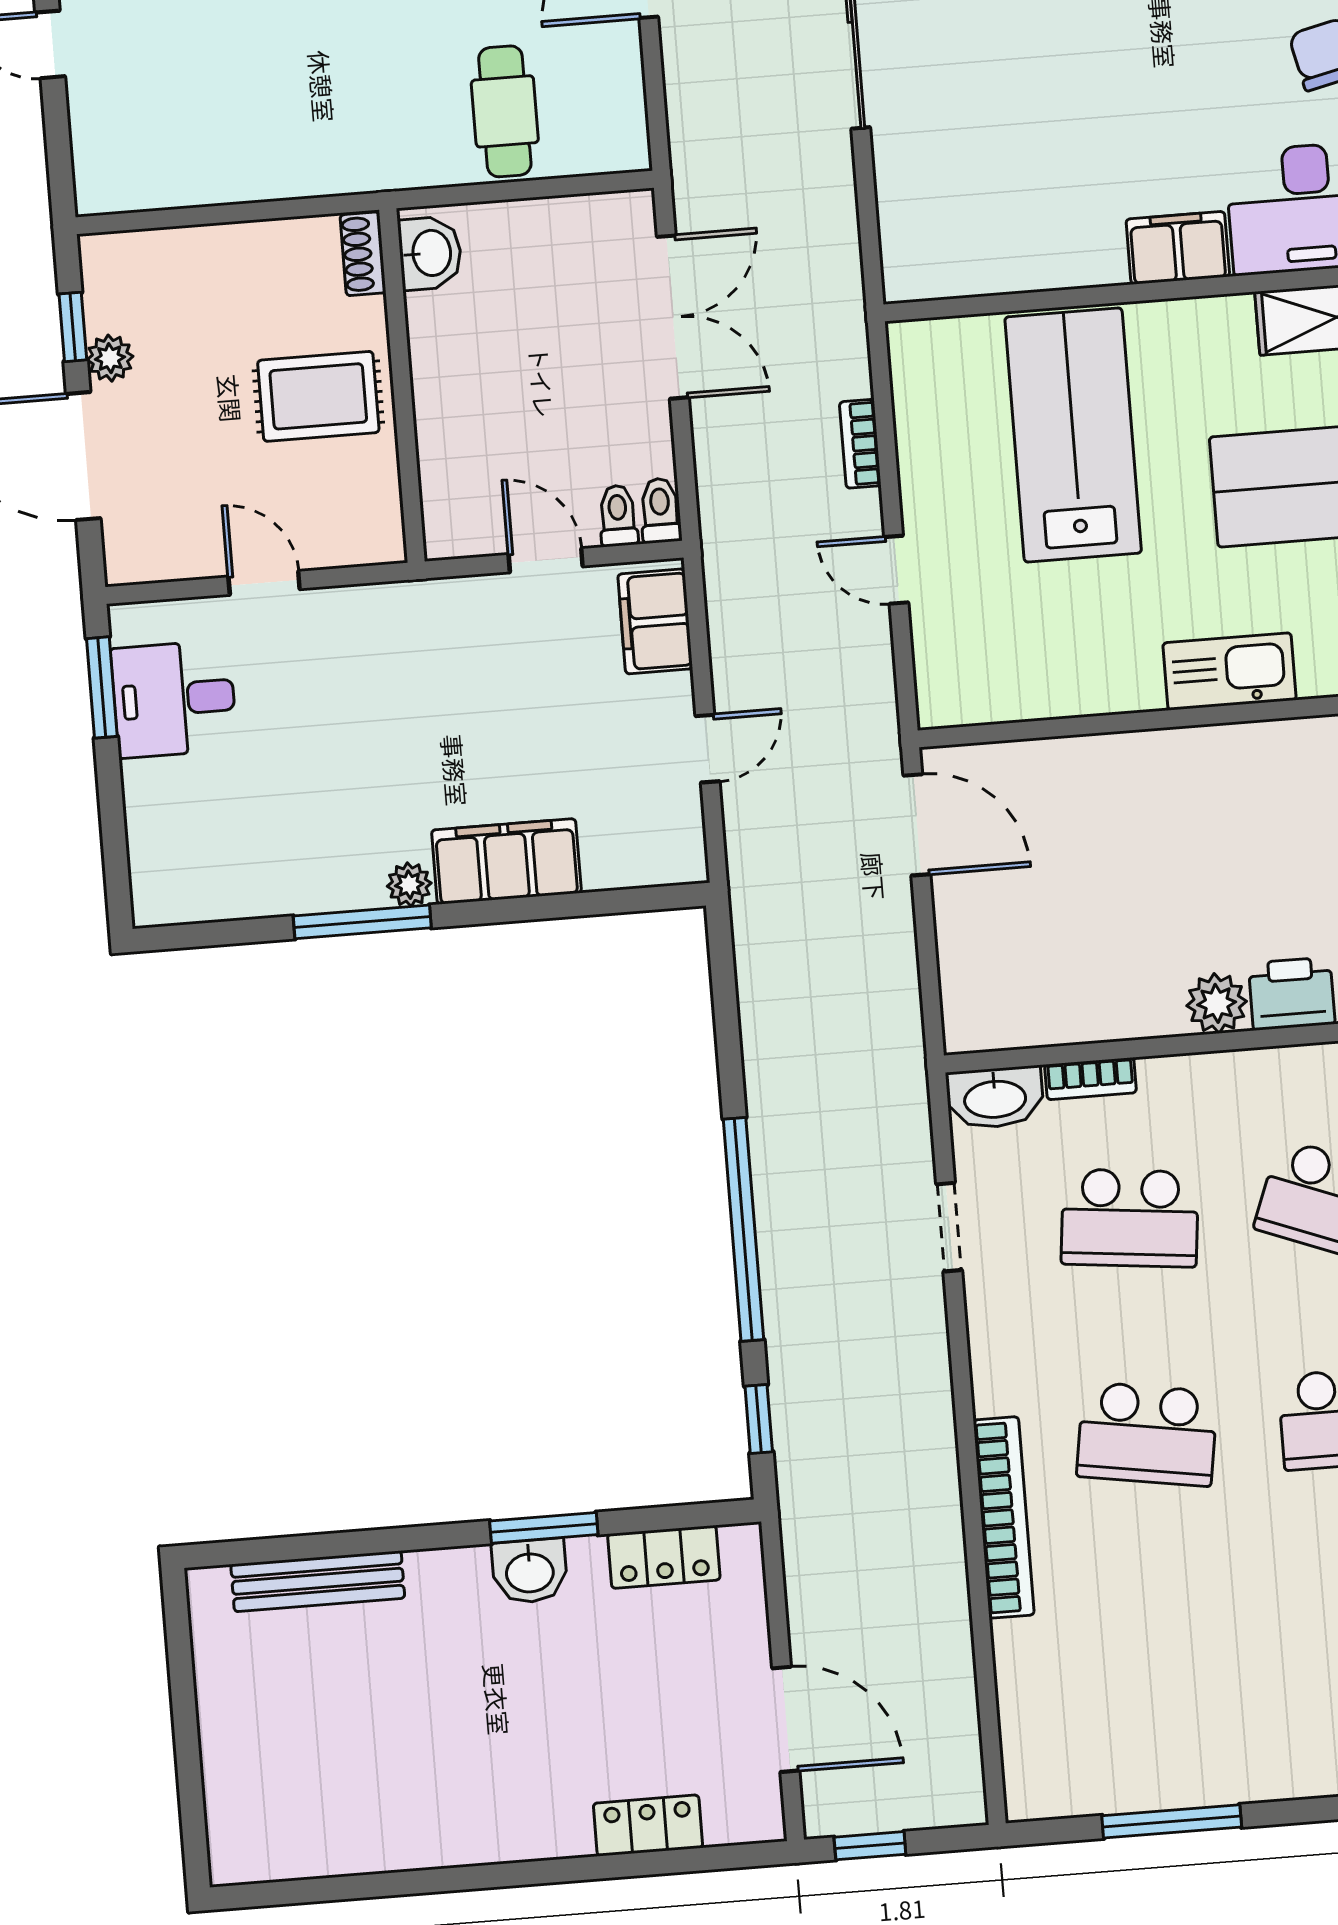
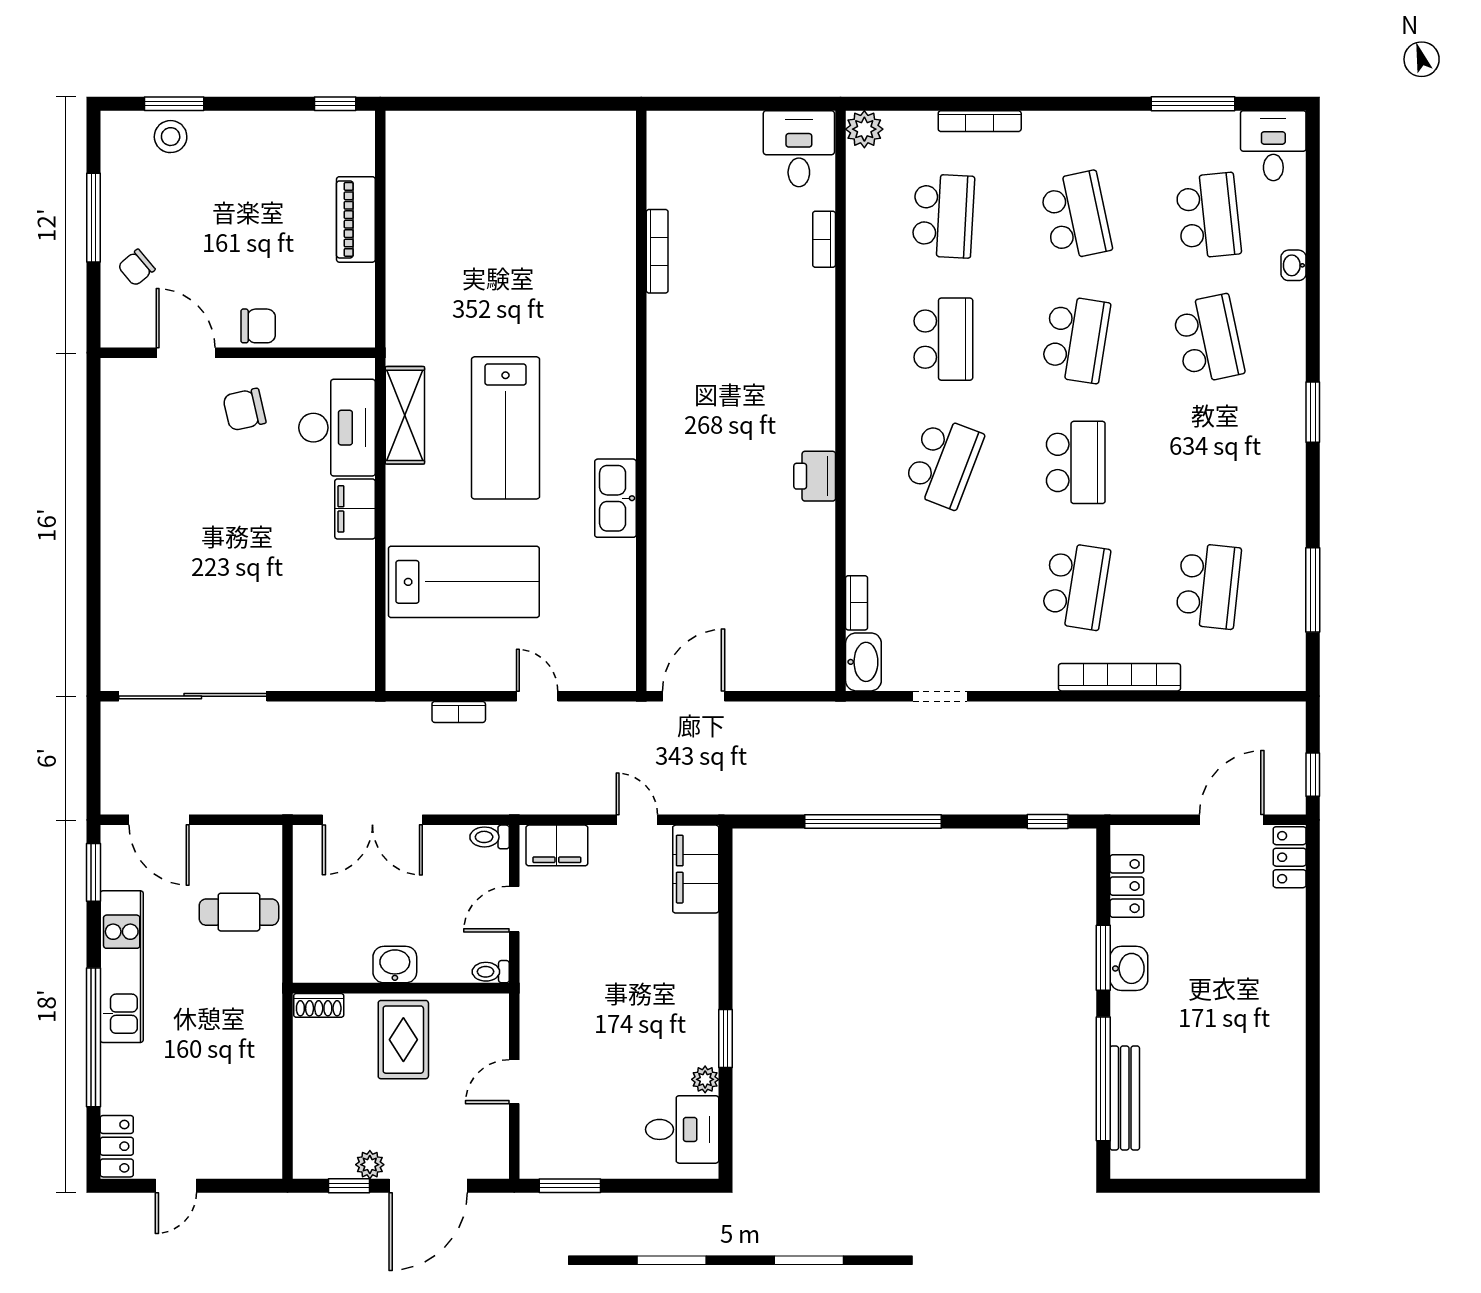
washbasin: (430, 253) -> (395, 965), moved
double door: (673, 317) -> (372, 820), swing flipped
lab bench: (1073, 435) -> (464, 582), turned 180
toilet: (618, 516) -> (491, 972), moved
door: (896, 570) -> (537, 696), swing flipped
desk: (174, 699) -> (682, 1129), moved, turned -90
filing cabinet: (506, 861) -> (696, 869), moved
plant: (409, 885) -> (705, 1079), moved
window: (362, 922) -> (725, 1039), width x0.69
plant: (1217, 1003) -> (817, 522), removed
school desk: (1130, 1218) -> (1208, 586), moved
window: (743, 1229) -> (873, 822), moved
window: (346, 1544) -> (1103, 1079), added
locker: (648, 1825) -> (1290, 857), moved

